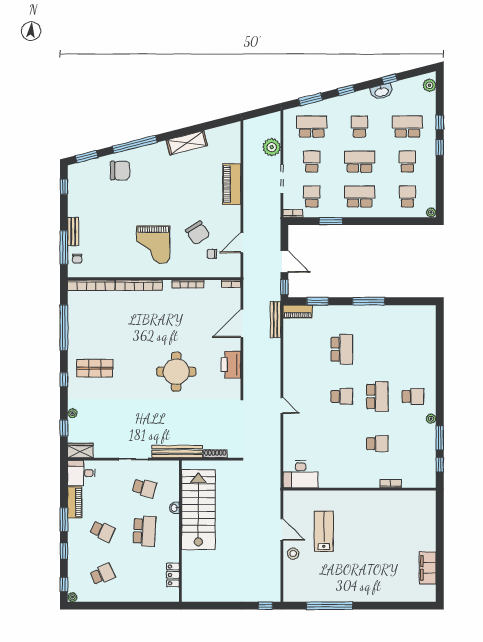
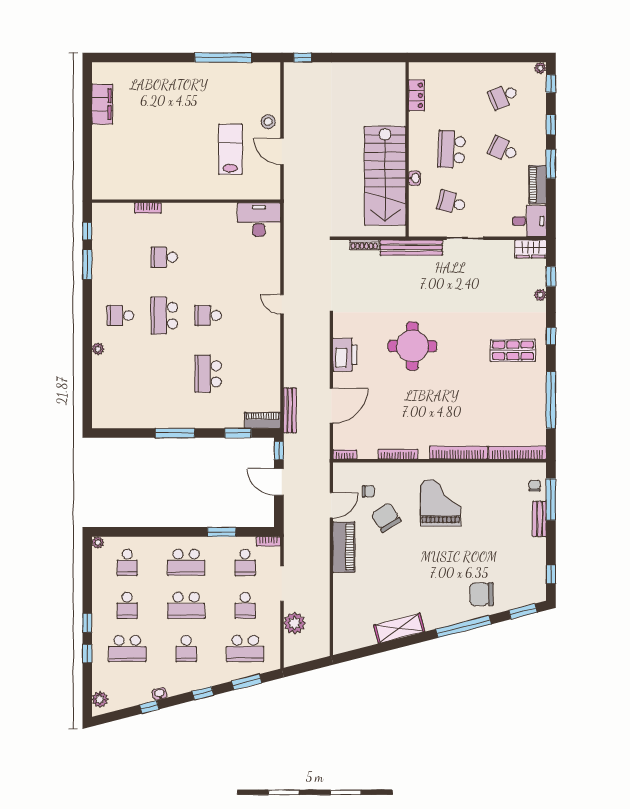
washbasin: (382, 92) -> (160, 694), width x0.52, depth x0.69
piano: (232, 184) -> (344, 547), moved
plant: (431, 419) -> (98, 349), moved
lab bench: (324, 531) -> (230, 149), turned 180

